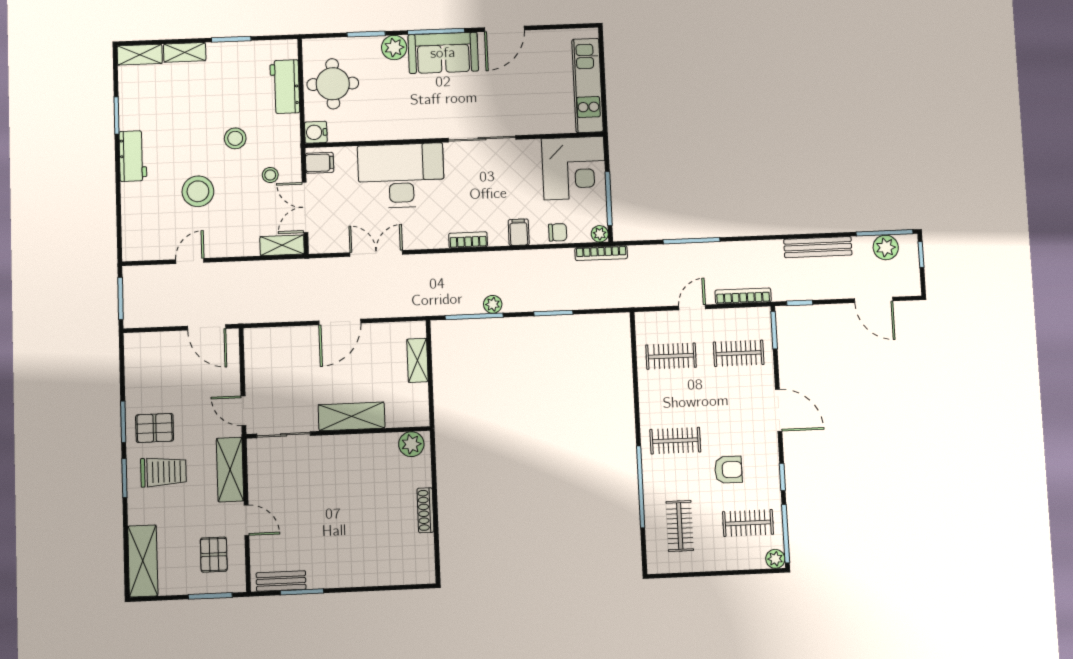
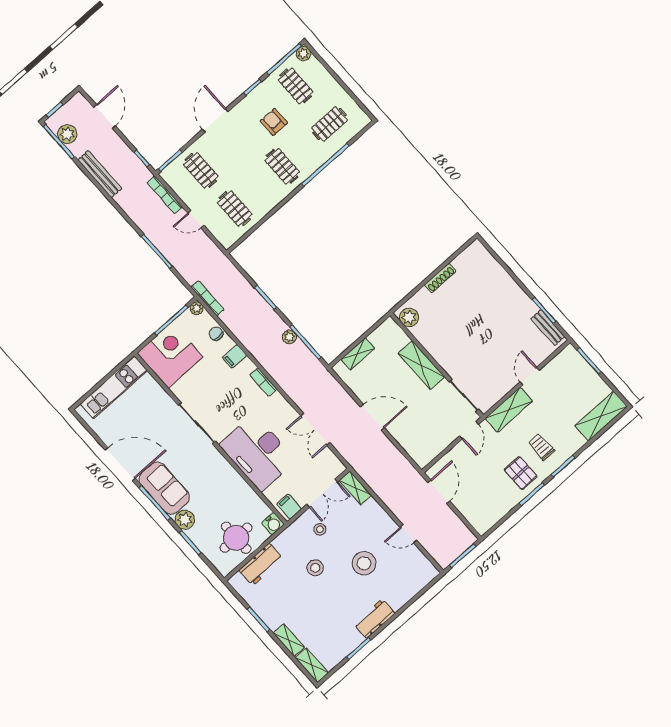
door: (504, 29) -> (120, 464), width x1.36
trolley: (163, 472) -> (541, 447), width x0.73, depth x0.72
pallet: (214, 555) -> (564, 379), removed

